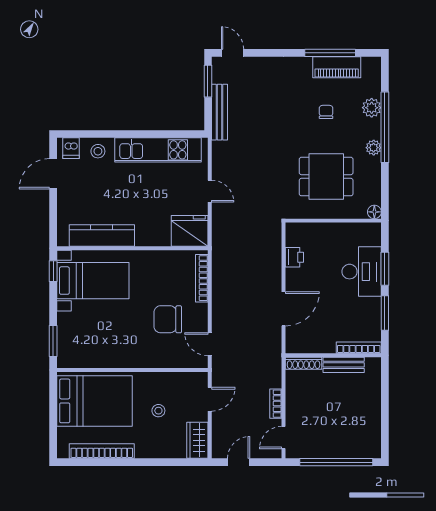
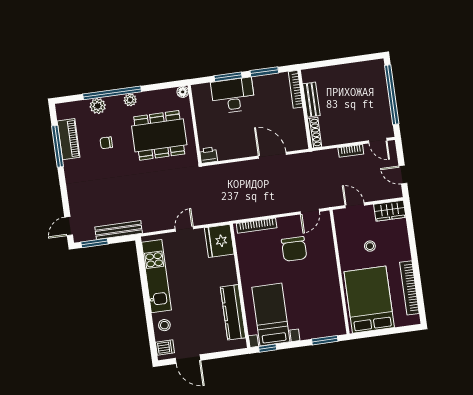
dining table: (326, 177) -> (159, 135), width x1.38
printer: (294, 257) -> (208, 155), moved

